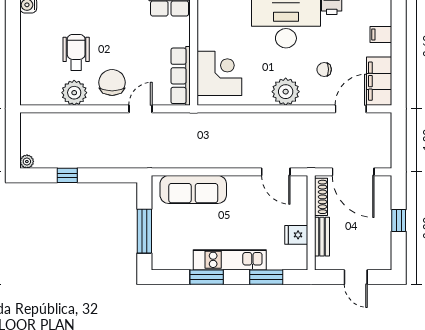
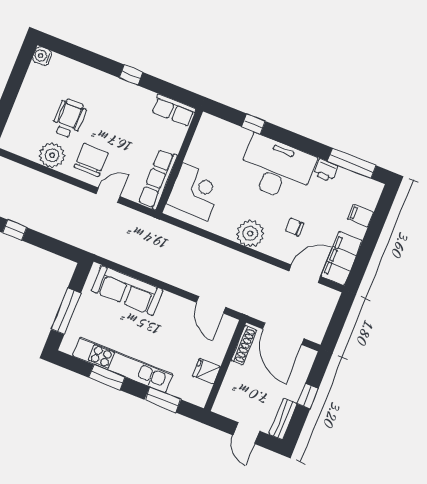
bench: (322, 237) -> (283, 419), moved
kitchen unit: (230, 260) -> (123, 365), width x1.36

